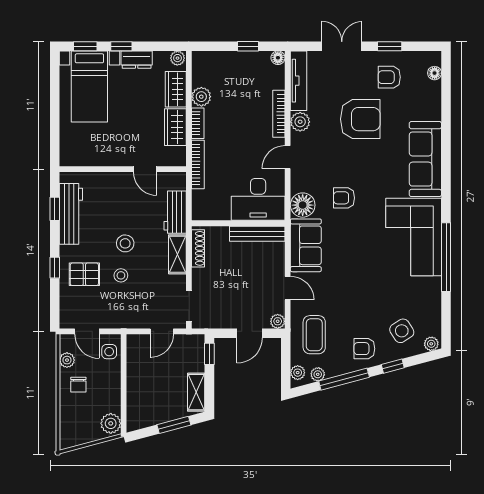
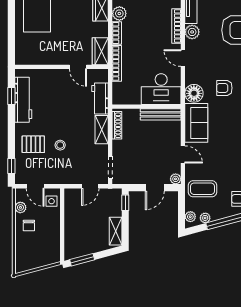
wardrobe: (175, 127) -> (100, 51), moved
door: (288, 157) -> (183, 58), hinge flipped
stool: (125, 243) -> (63, 122), removed
window: (55, 268) -> (11, 166), moved
coffee table: (314, 335) -> (203, 189), turned 90
plant: (111, 423) -> (53, 254), removed
window: (174, 425) -> (82, 260), moved

